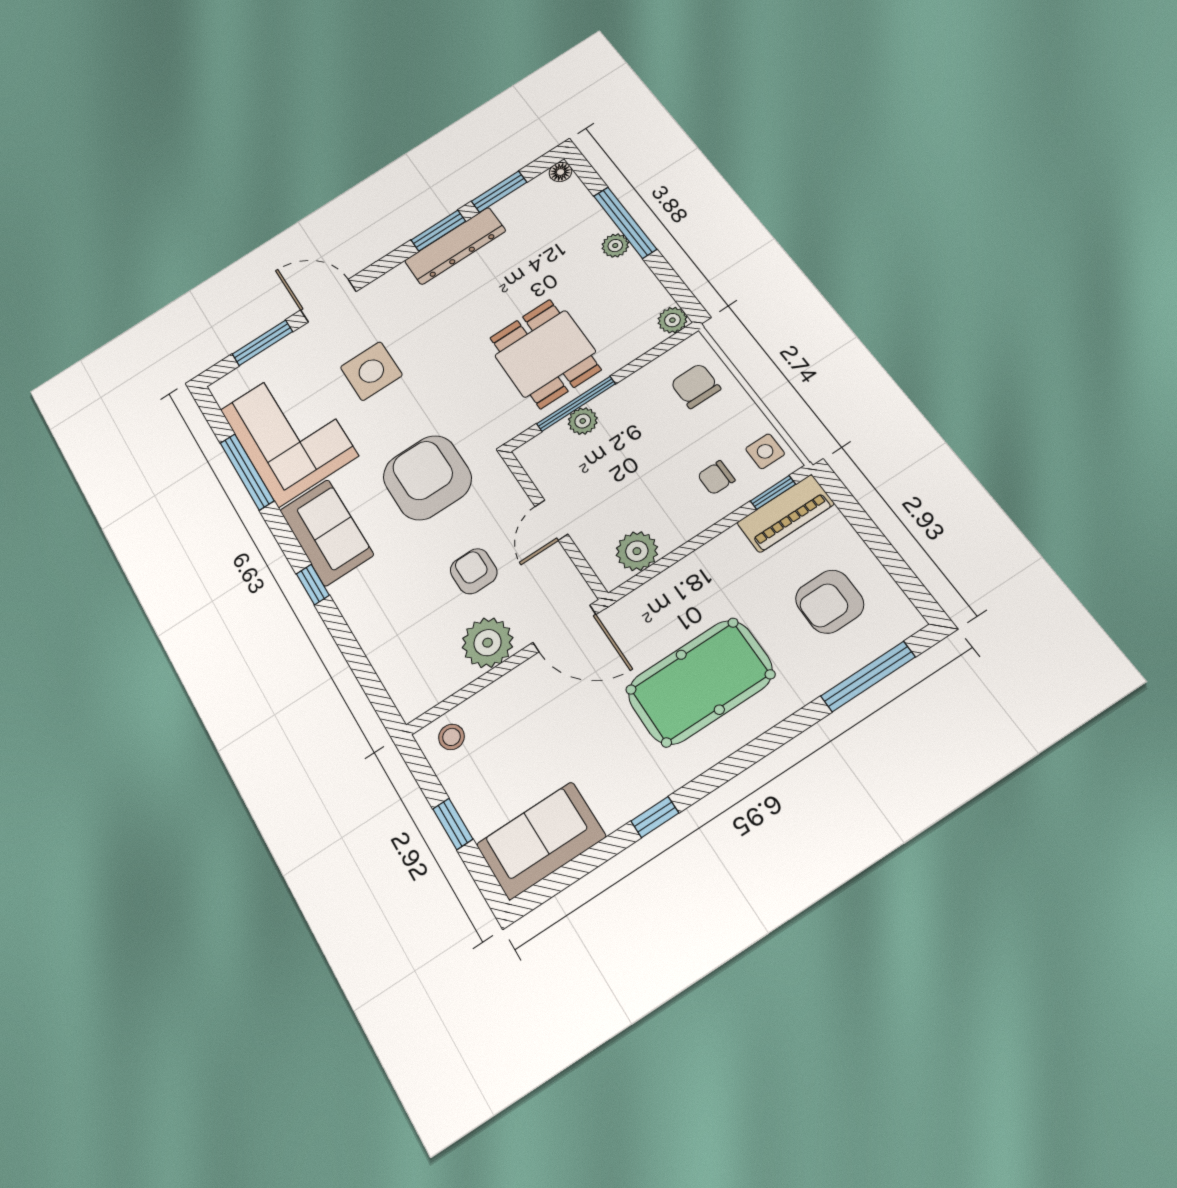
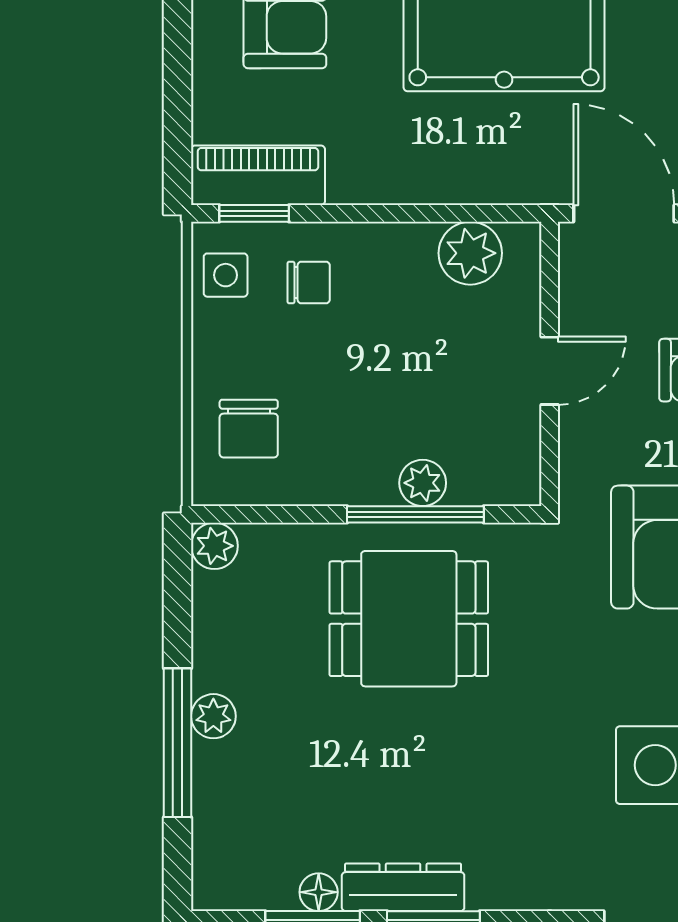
floor lamp: (561, 172) -> (319, 892), moved
dresser: (455, 246) -> (403, 887), width x0.73, depth x0.80
dining table: (545, 354) -> (409, 619), turned 90

